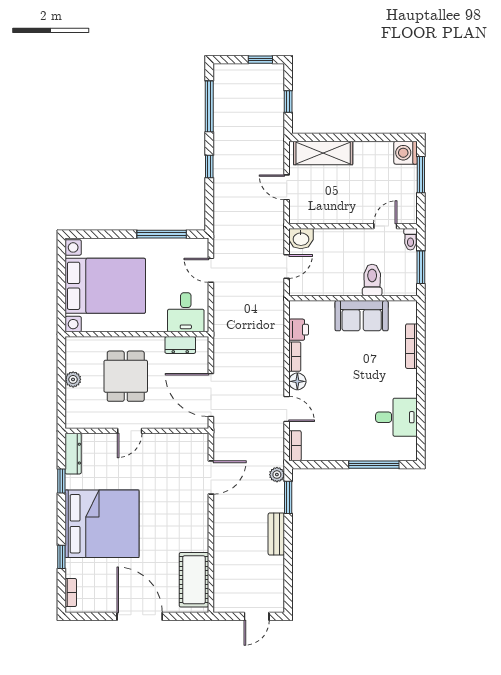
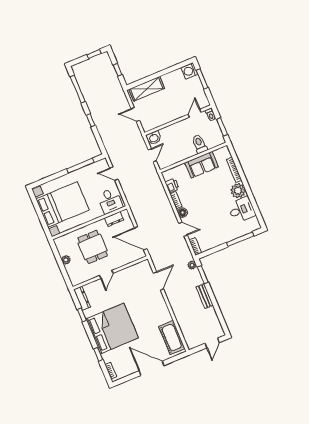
plant: (404, 383) -> (238, 191), added

